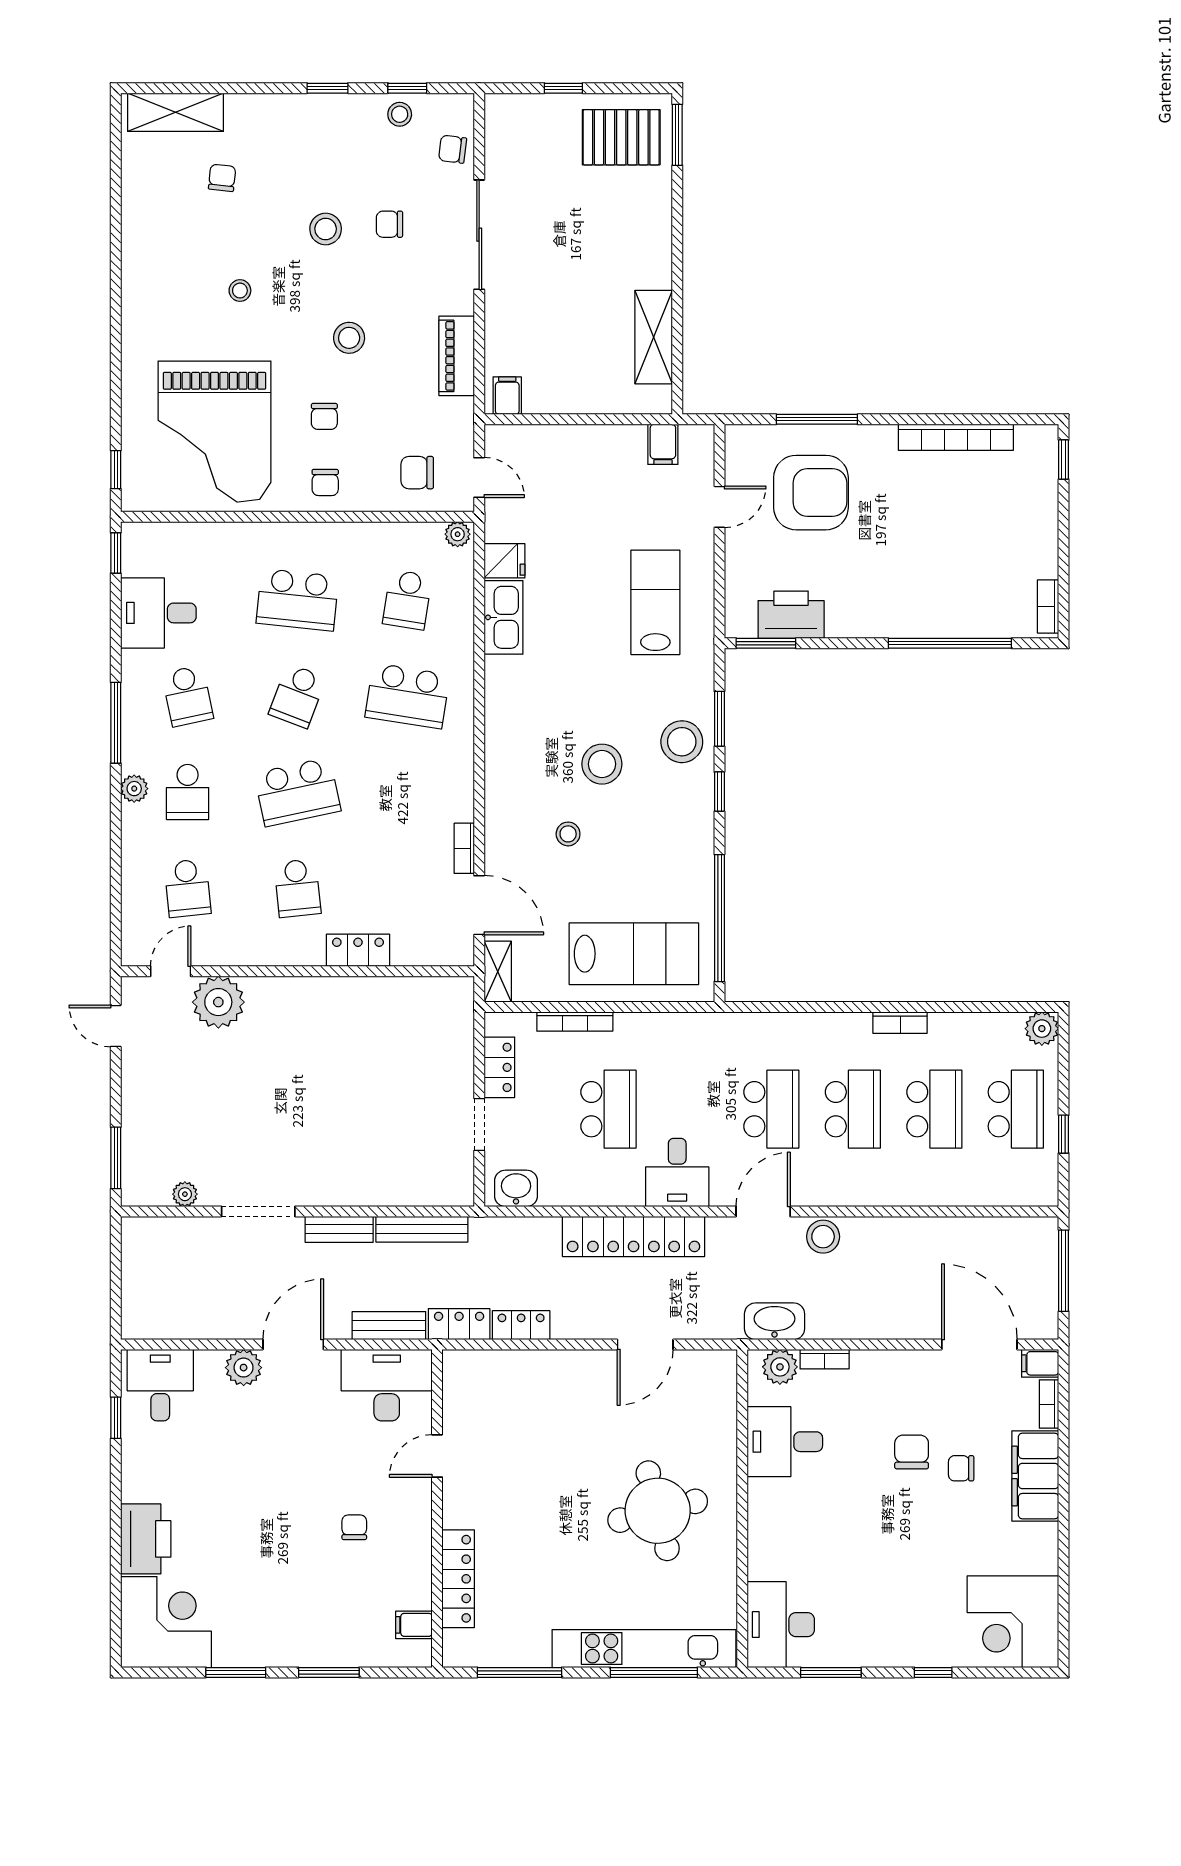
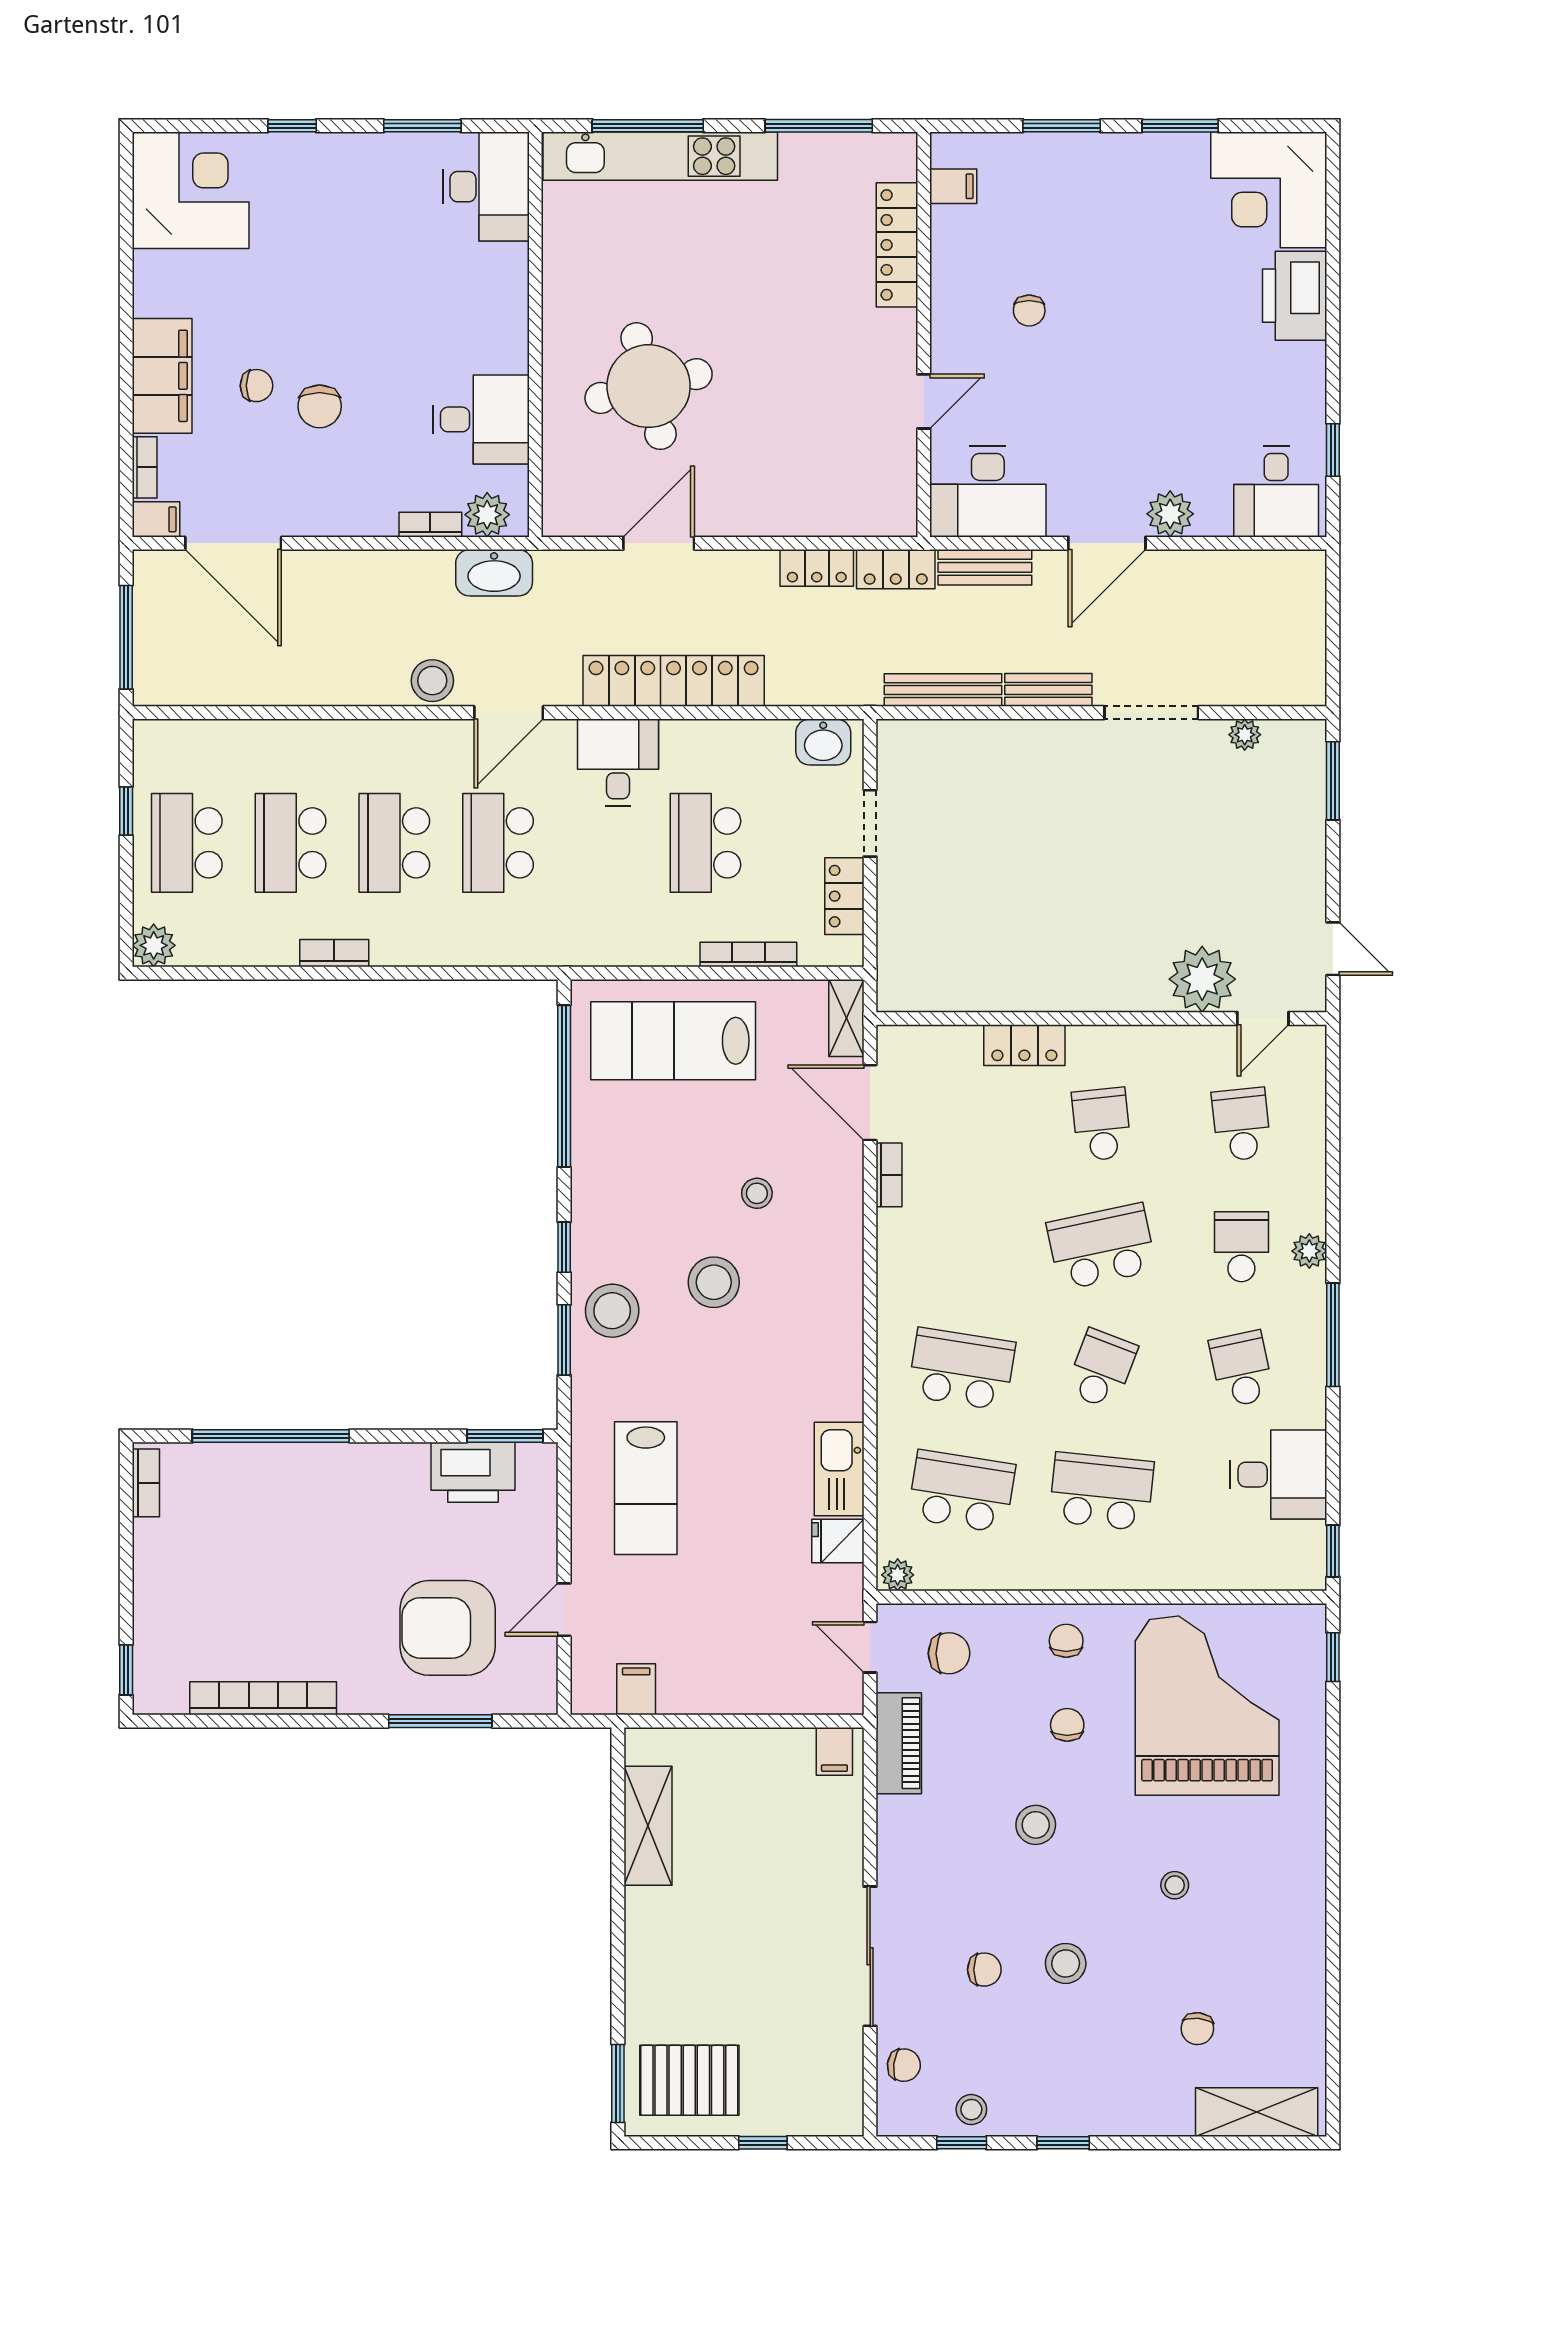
piano: (457, 356) -> (899, 1743), moved
school desk: (407, 600) -> (962, 1491), width x1.85
round table: (658, 1511) -> (649, 386), moved

